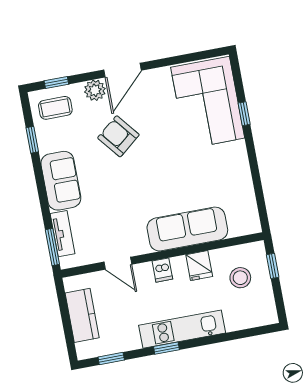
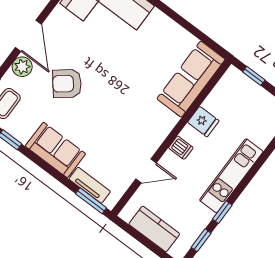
sofa: (187, 229) -> (191, 79), moved
stool: (240, 278) -> (239, 104), removed
window: (166, 348) -> (222, 212), moved

